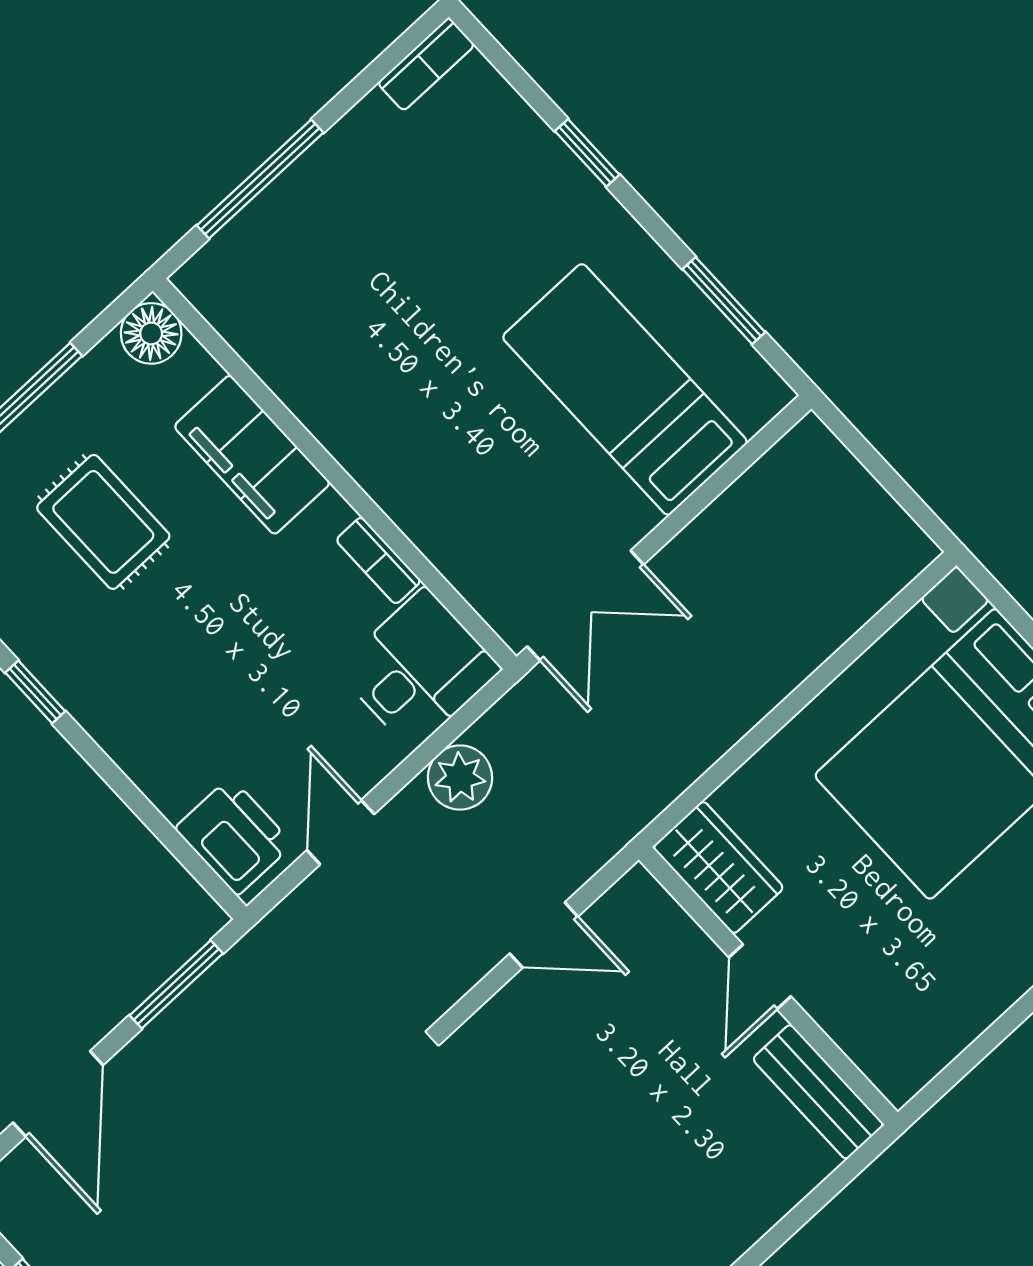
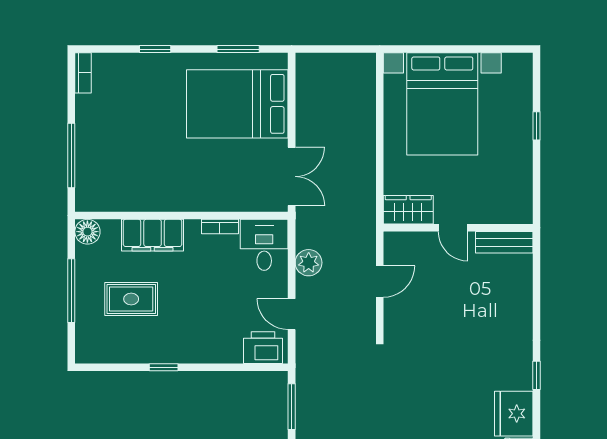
bed: (625, 389) -> (237, 104), width x1.50

